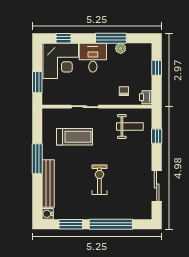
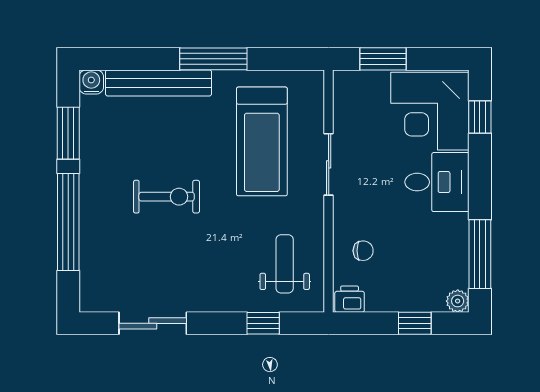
window: (111, 38) -> (480, 254), moved
plant: (121, 48) -> (458, 301), moved
weight bench: (130, 126) -> (285, 264), turned 180
treadmill: (75, 137) -> (262, 141), width x1.37, depth x1.38

